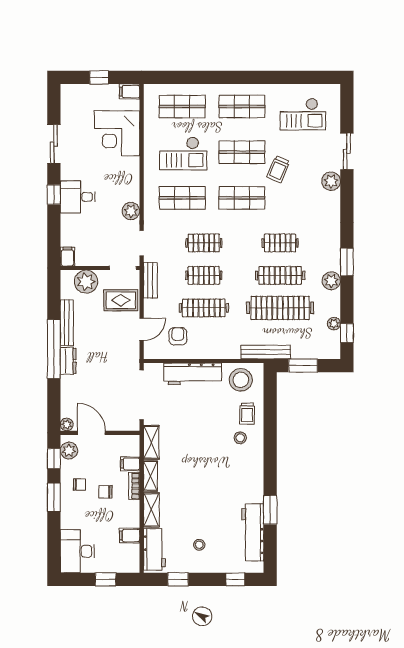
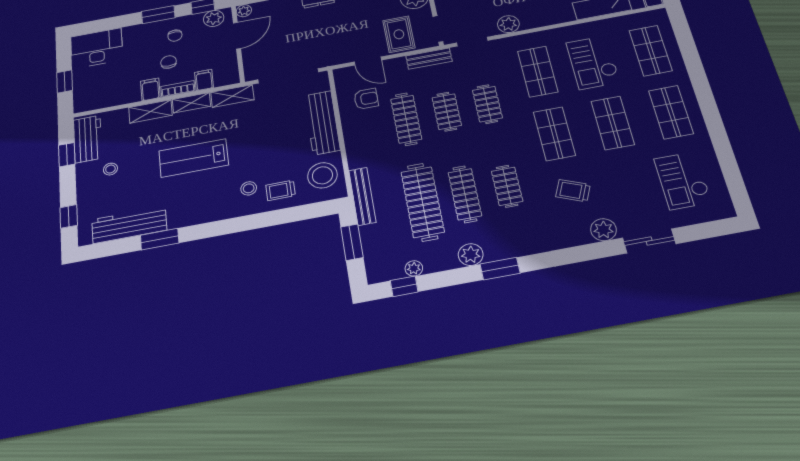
trolley: (278, 169) -> (573, 191), moved
lab bench: (203, 478) -> (194, 158), added
filing cabinet: (130, 536) -> (150, 89), moved
workbench: (154, 549) -> (88, 139), moved, turned -90

